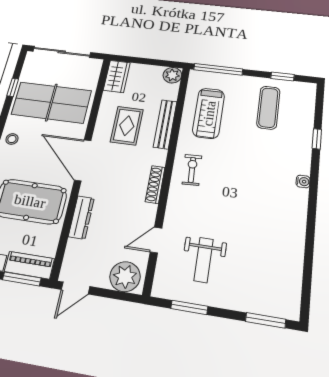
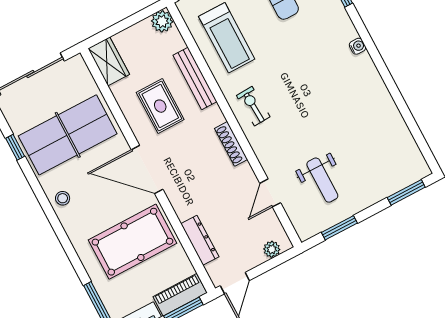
dresser: (81, 217) -> (200, 240), moved
plant: (125, 277) -> (272, 249), width x0.53, depth x0.53

